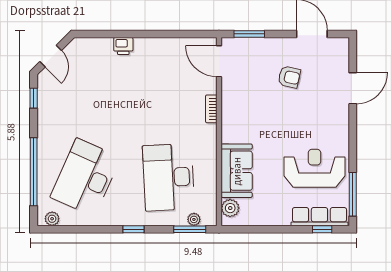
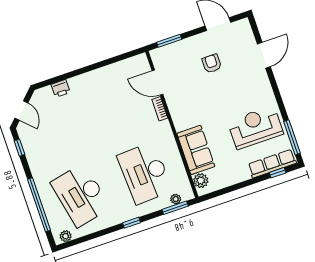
printer: (123, 46) -> (61, 88), moved
door: (219, 61) -> (157, 83), moved
armchair: (289, 77) -> (212, 63), turned -103
desk: (86, 177) -> (81, 195), turned -36

